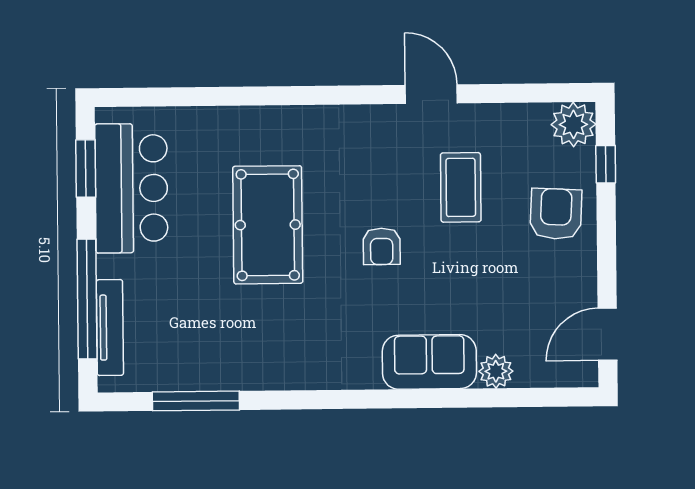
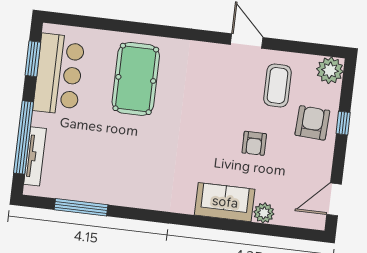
window: (606, 164) -> (343, 123), moved
coffee table: (461, 187) -> (277, 85), moved
pool table: (268, 225) -> (136, 79), moved
armchair: (382, 246) -> (254, 143), moved

